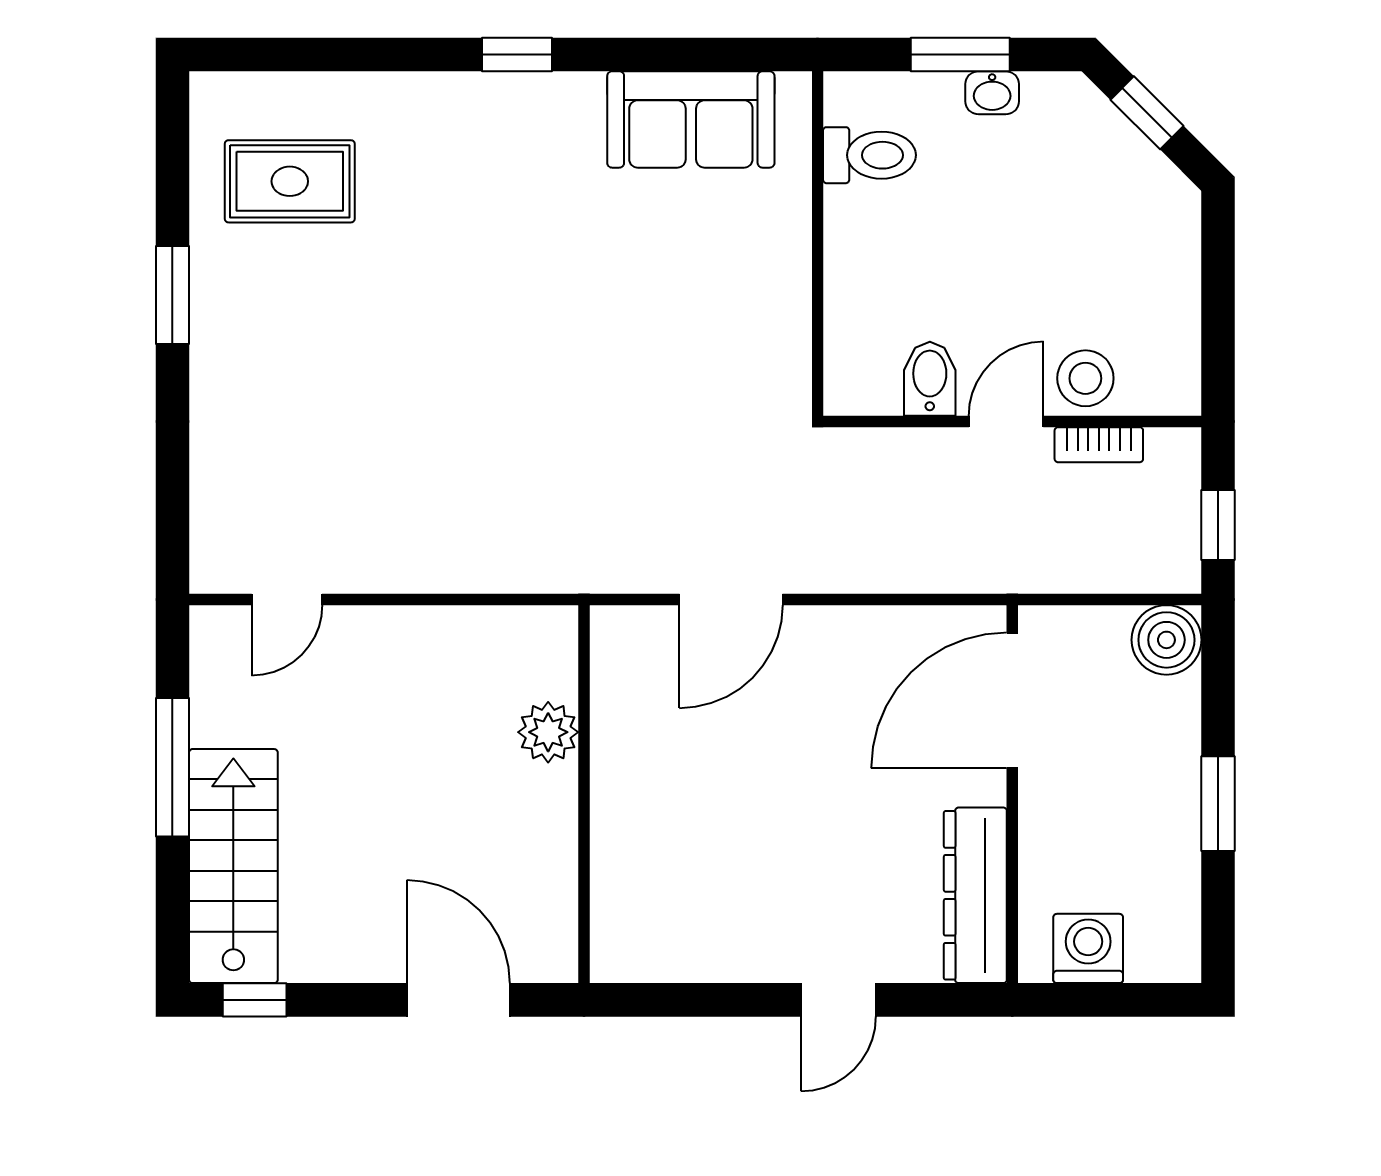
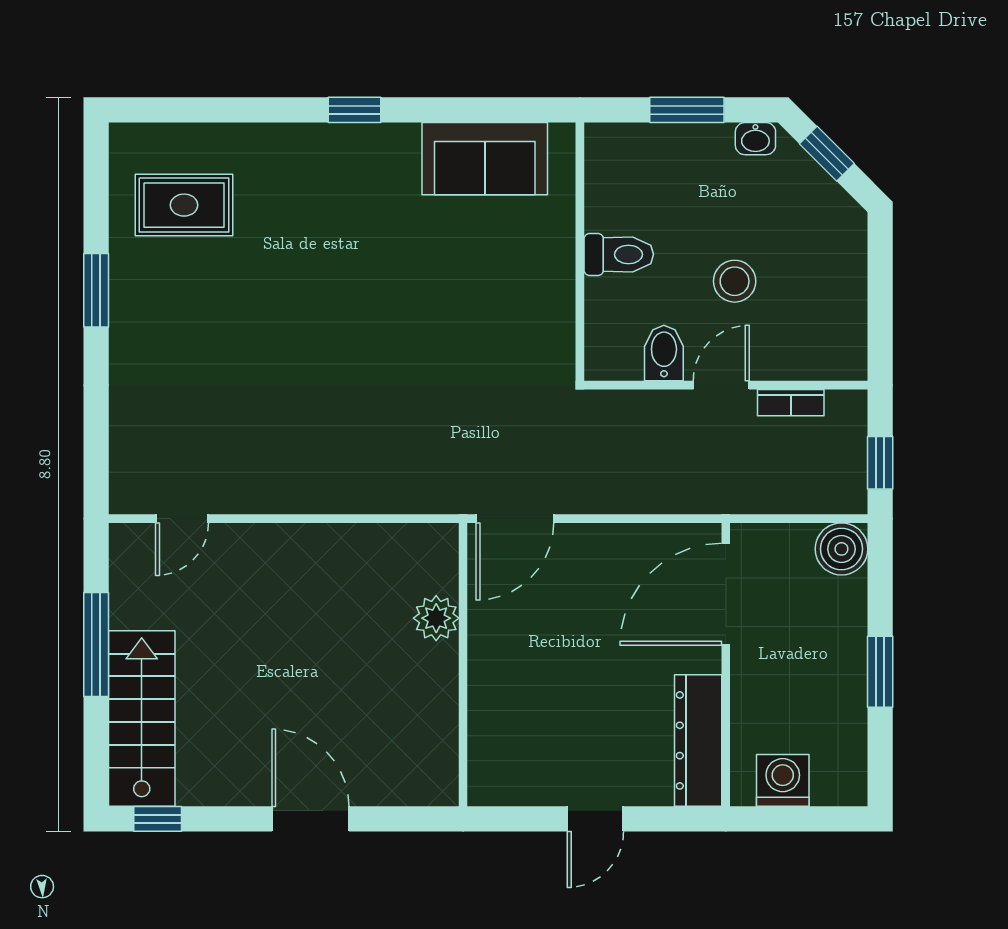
washbasin: (992, 93) -> (755, 139), moved
toilet: (869, 155) -> (619, 254), moved
stool: (1085, 378) -> (735, 281), moved
plant: (548, 732) -> (436, 618), moved
wall: (584, 794) -> (463, 665), moved

